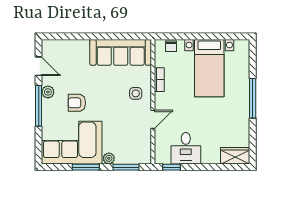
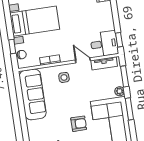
window: (183, 36) -> (12, 46), added
armchair: (77, 103) -> (79, 124), turned -90
tv unit: (146, 145) -> (104, 63), added
desk: (186, 148) -> (104, 44), moved

